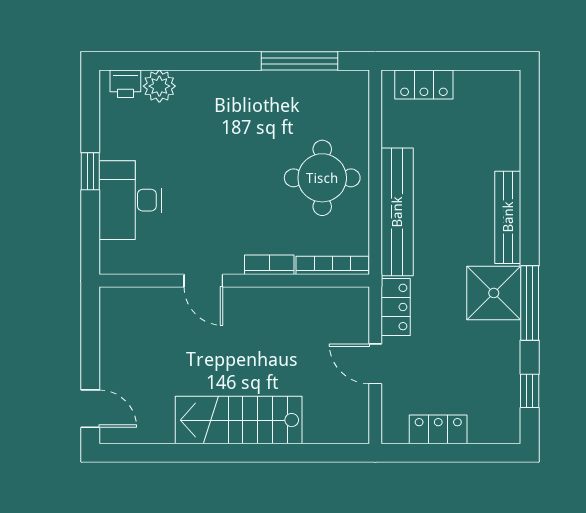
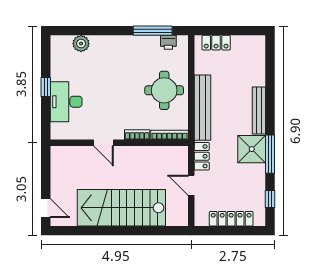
printer: (125, 84) -> (168, 42), moved
stairs: (239, 420) -> (121, 208), width x1.36, depth x1.51
locker: (438, 429) -> (231, 219), width x1.53

